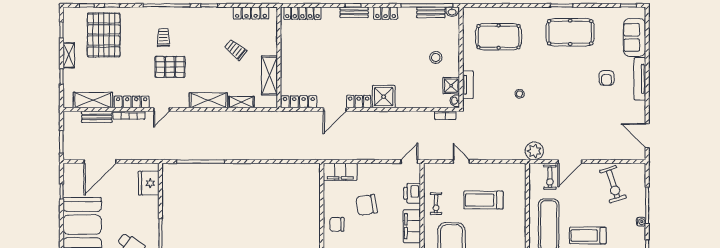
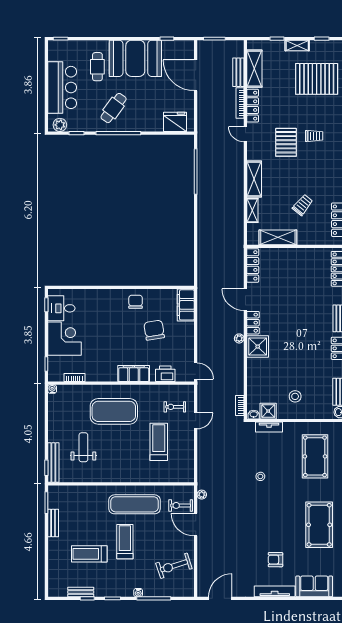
plant: (375, 116) -> (239, 338), added
plant: (534, 151) -> (202, 495), width x0.53, depth x0.53
exercise bike: (436, 204) -> (175, 407), moved

